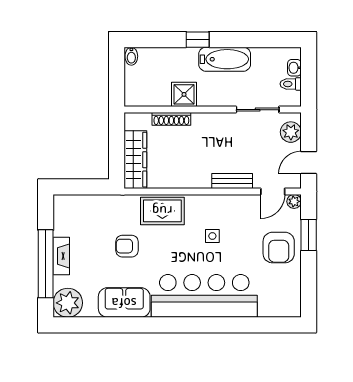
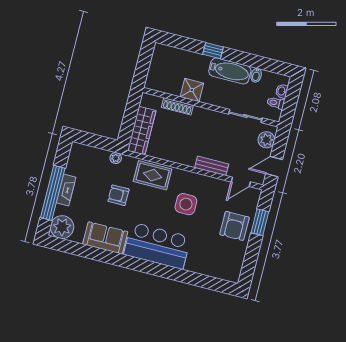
bidet: (131, 56) -> (256, 75), moved
plant: (294, 201) -> (116, 158), moved
side table: (212, 236) -> (186, 204), width x1.87, depth x1.87
bar counter: (204, 296) -> (157, 246), width x0.73

